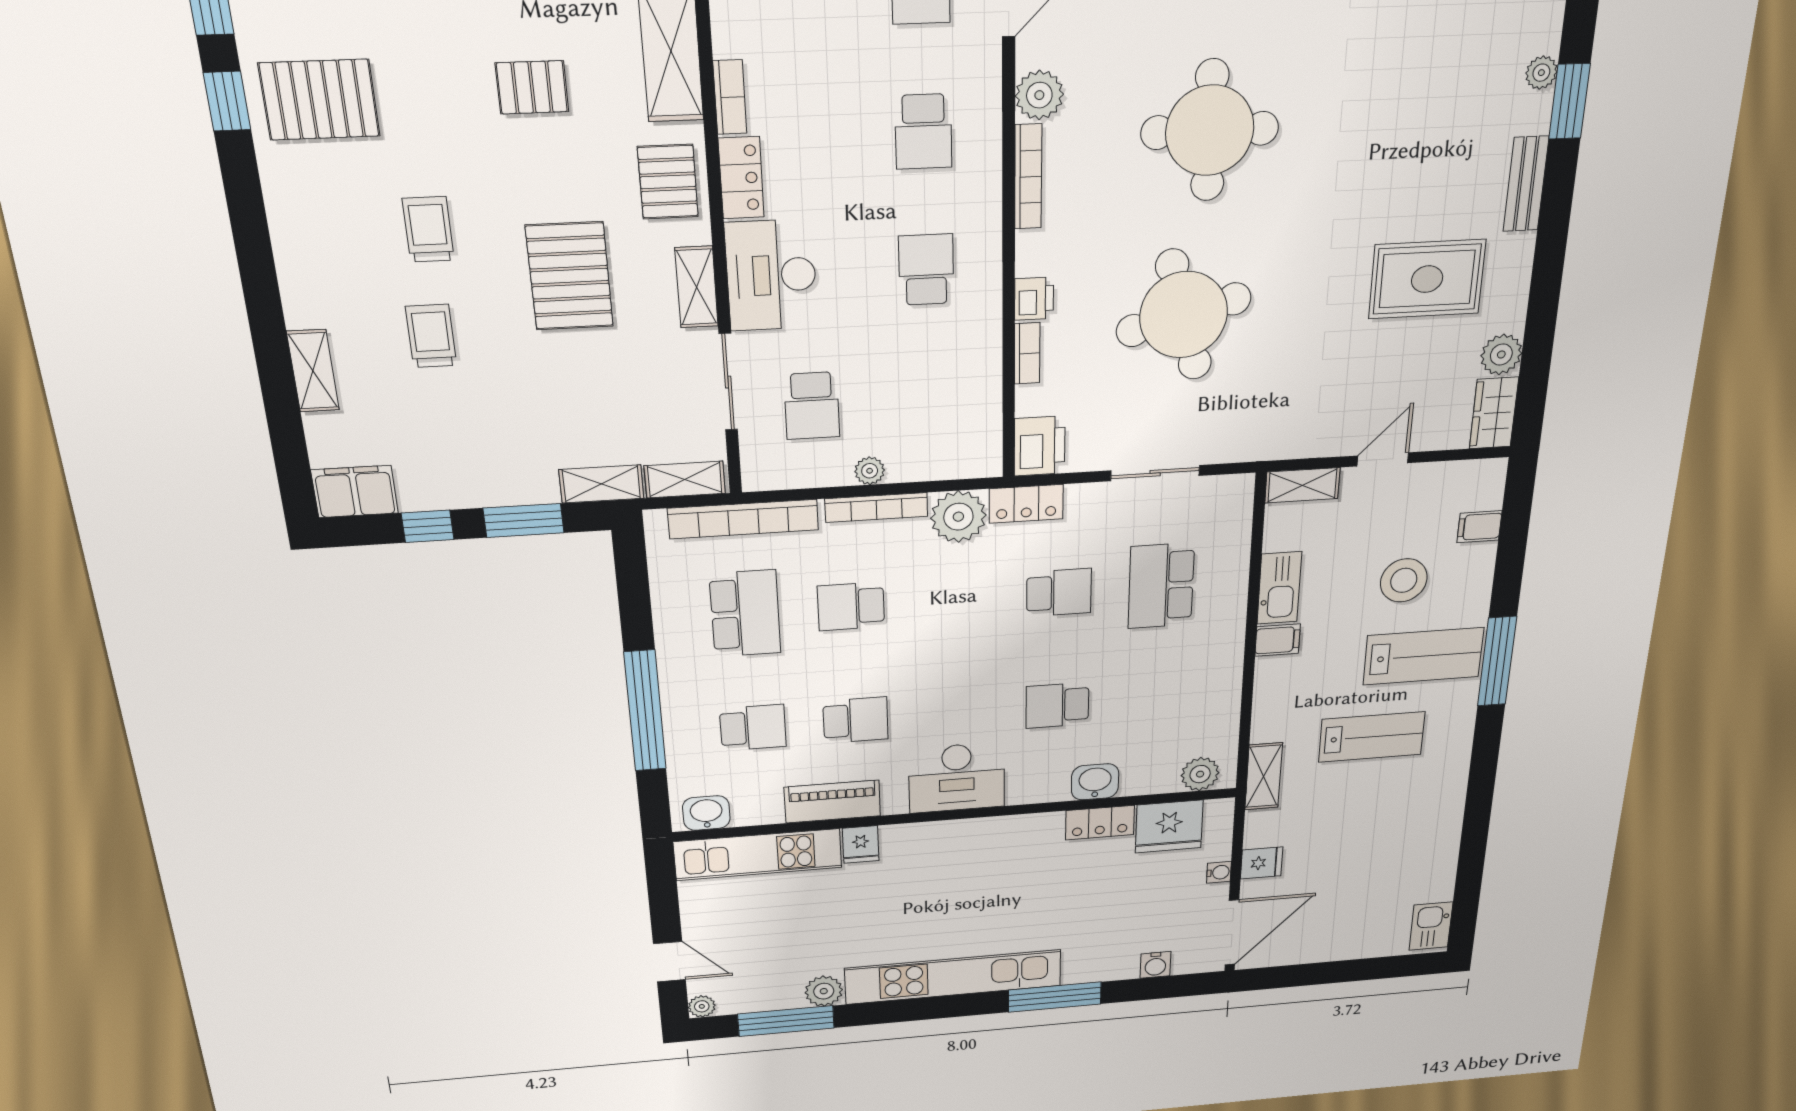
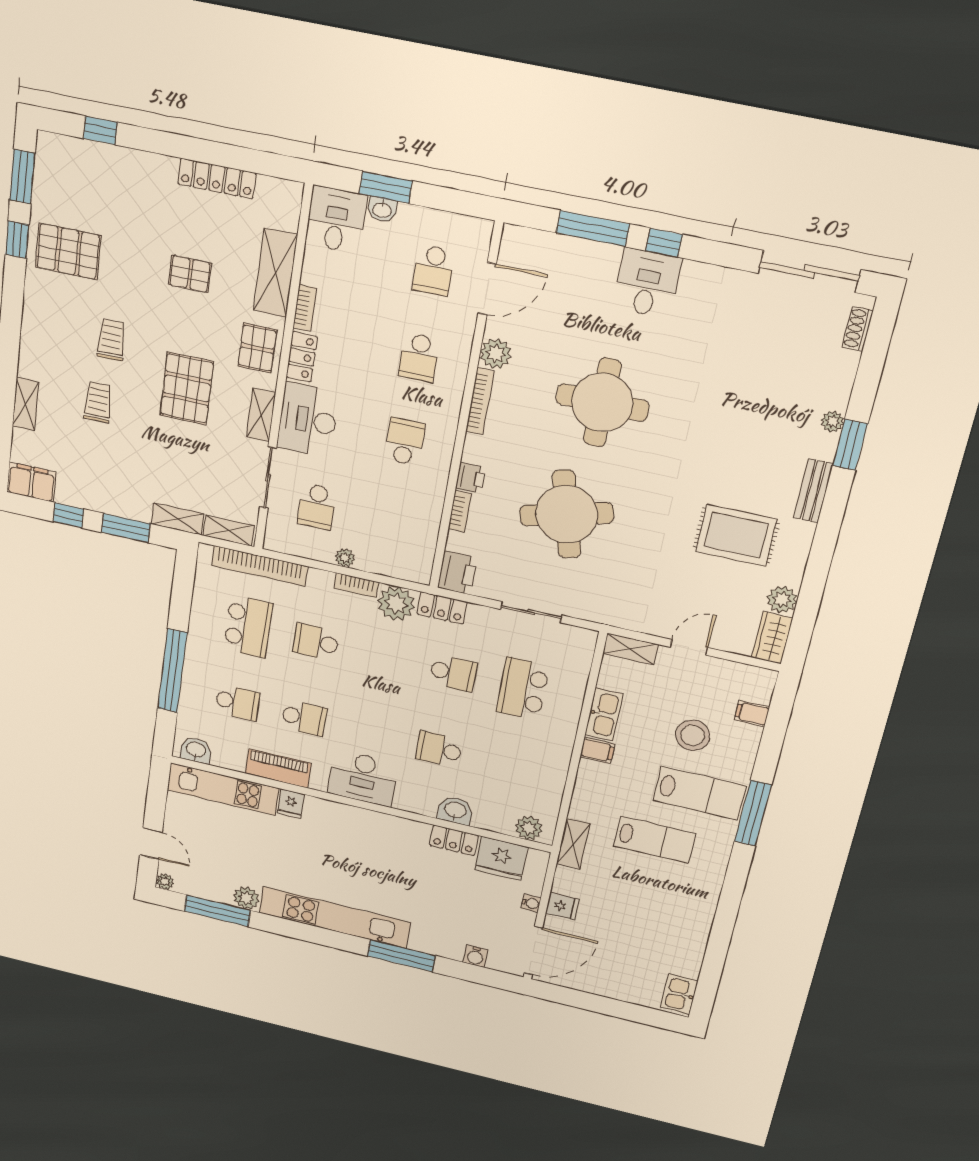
bookcase: (876, 508) -> (356, 585), width x0.64

